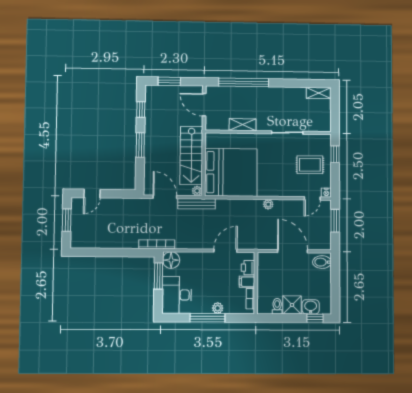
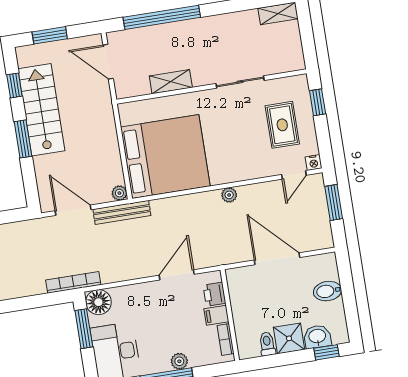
stairs: (191, 156) -> (41, 110), moved, turned 180
rug: (310, 165) -> (282, 125), turned 90
bidet: (322, 262) -> (327, 291), moved

